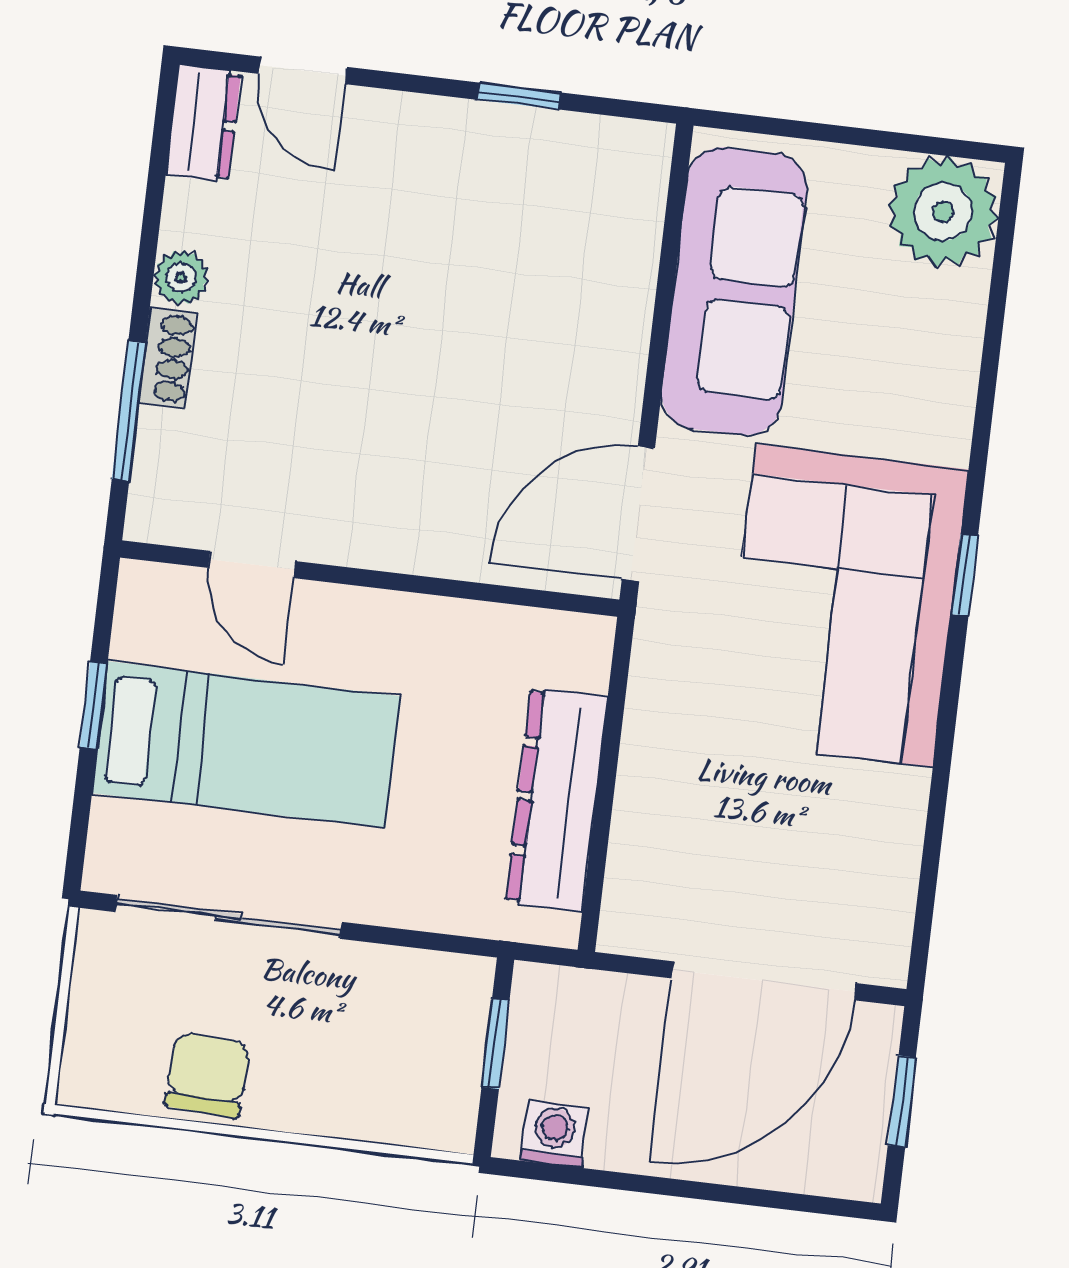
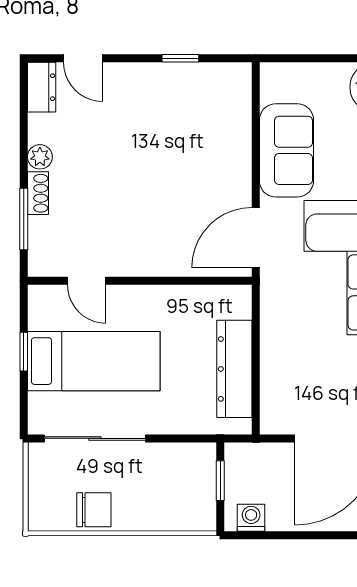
sofa: (734, 291) -> (286, 150), width x0.73
chair: (208, 1075) -> (94, 510), turned 87

